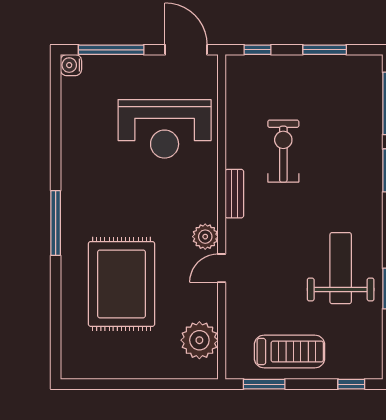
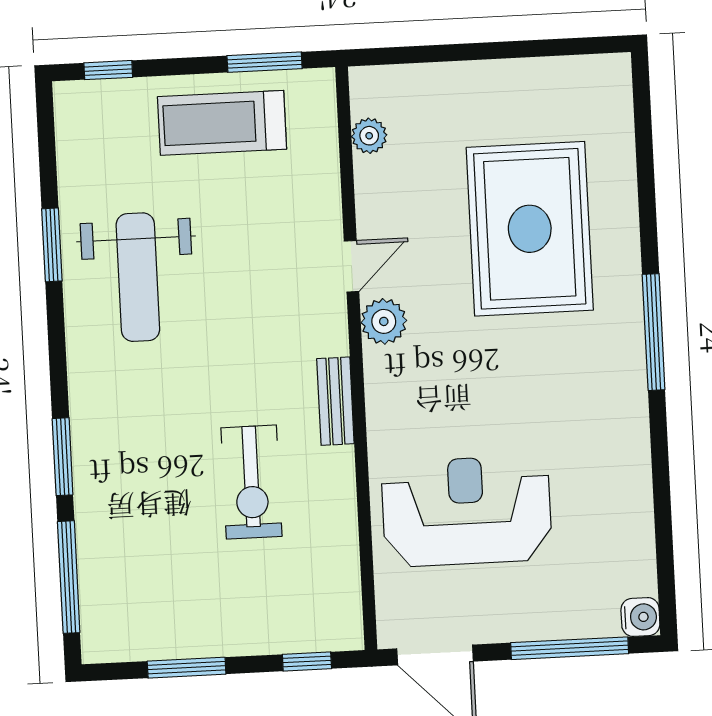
plant: (199, 340) -> (369, 136), width x0.53, depth x0.53

